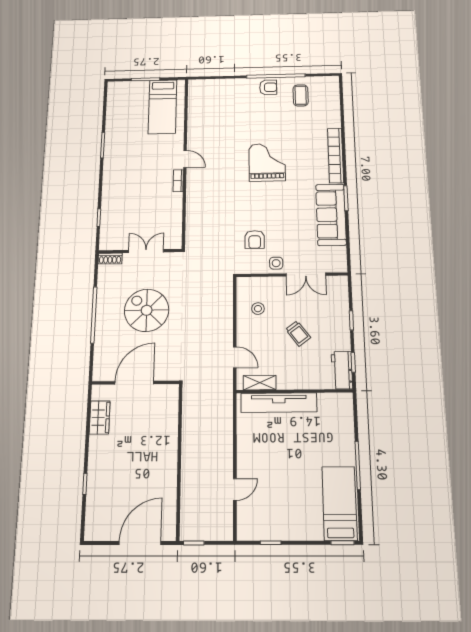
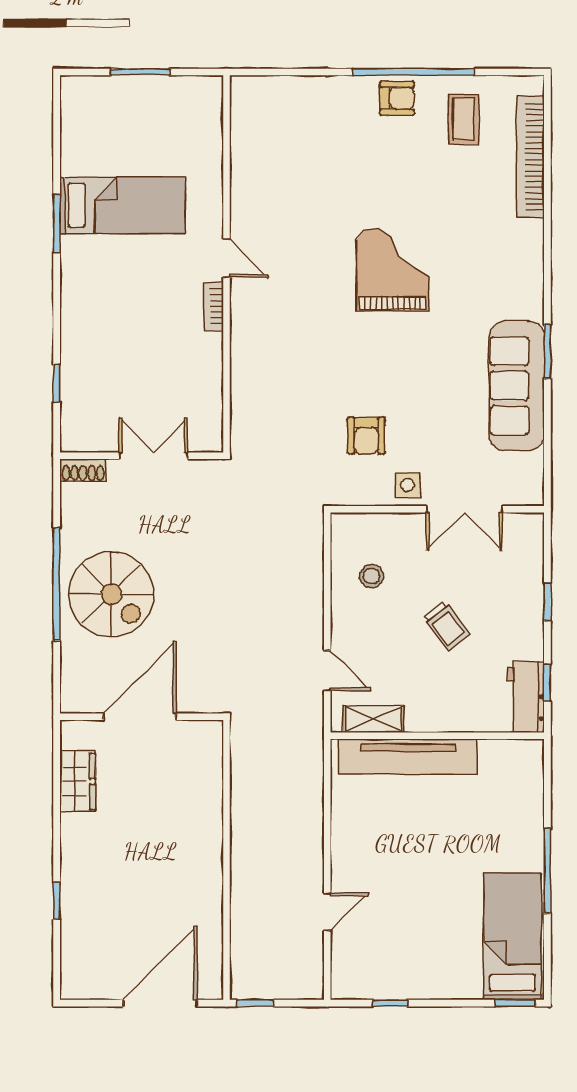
bed: (162, 107) -> (122, 205), moved, turned -90
bookcase: (336, 155) -> (530, 157), moved
spiral stairs: (147, 310) -> (111, 594), moved, turned 180

